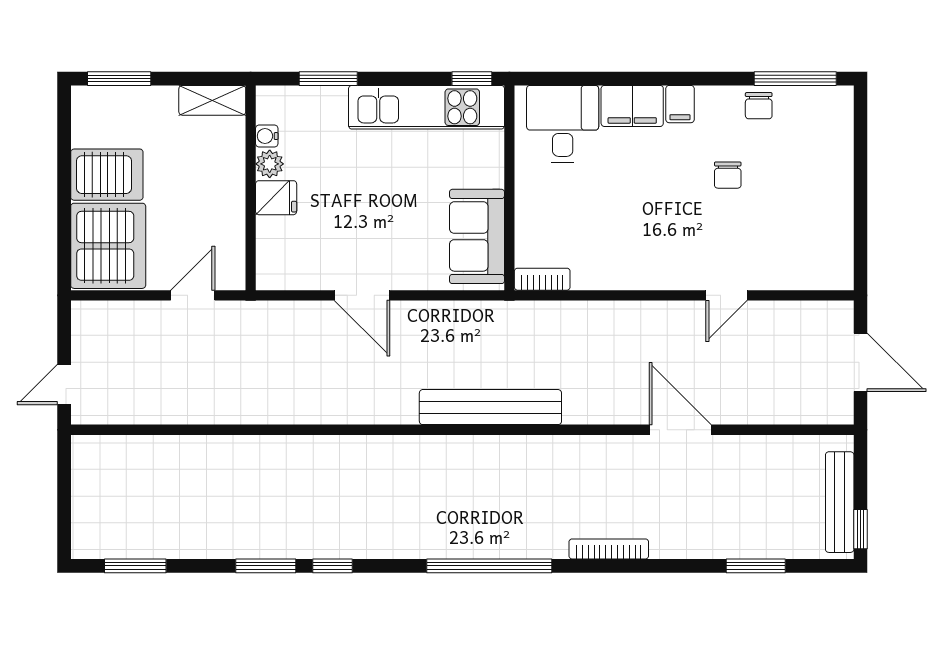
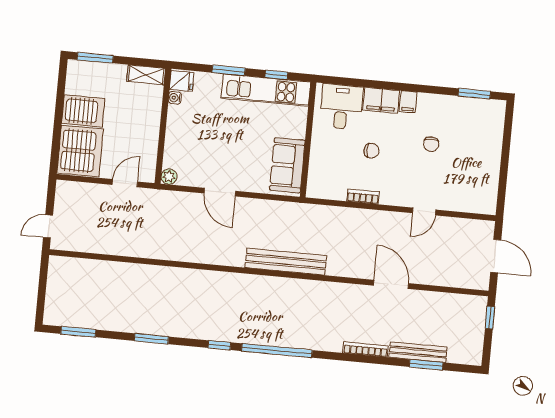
window: (328, 79) -> (229, 70), moved
window: (472, 79) -> (276, 75), moved
window: (795, 79) -> (474, 94), width x0.69
chair: (759, 106) -> (372, 151), moved, turned -90
plant: (270, 164) -> (169, 177), moved
fridge: (276, 198) -> (182, 81), moved
bookcase: (542, 279) -> (363, 197), moved
bench: (840, 502) -> (418, 352), moved, turned 90
window: (861, 529) -> (490, 318), moved
bookcase: (609, 549) -> (366, 349), moved
window: (333, 566) -> (219, 345), moved

